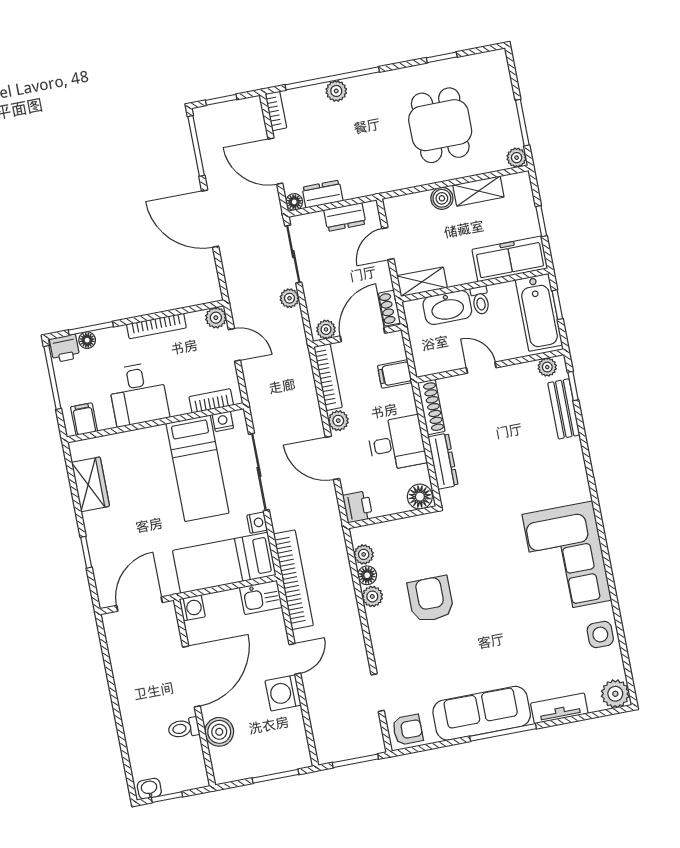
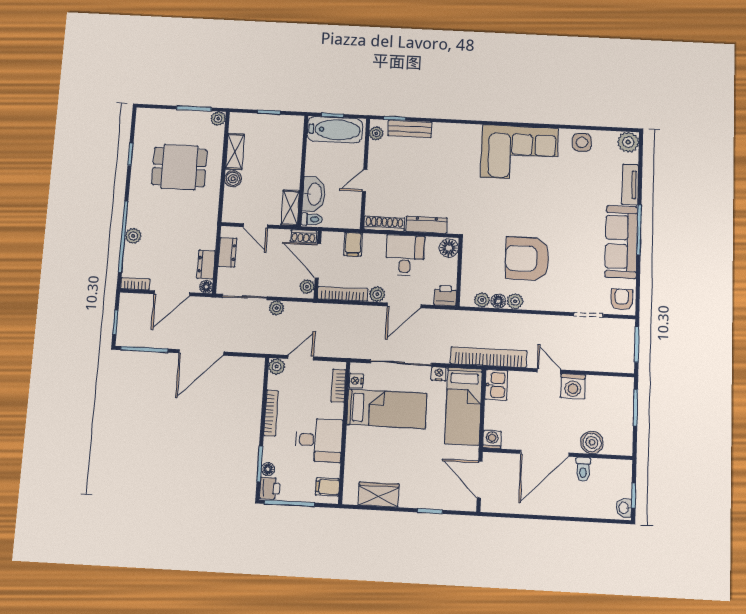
freezer: (510, 259) -> (290, 141), removed
toilet: (480, 300) -> (312, 219), moved
armchair: (431, 599) -> (527, 259), width x1.36, depth x1.36
door: (191, 677) -> (545, 453), swing flipped

